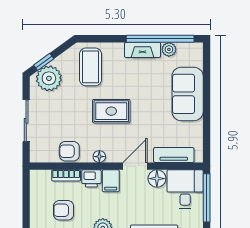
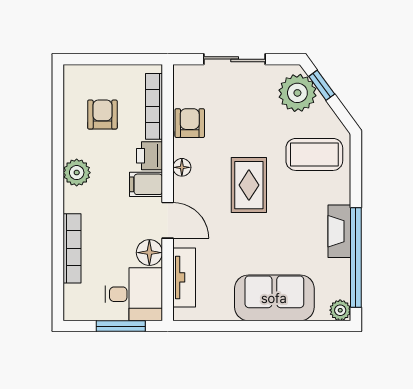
plant: (169, 49) -> (340, 310), moved
bookcase: (66, 175) -> (154, 106), width x1.56
window: (207, 198) -> (121, 326), width x0.69

